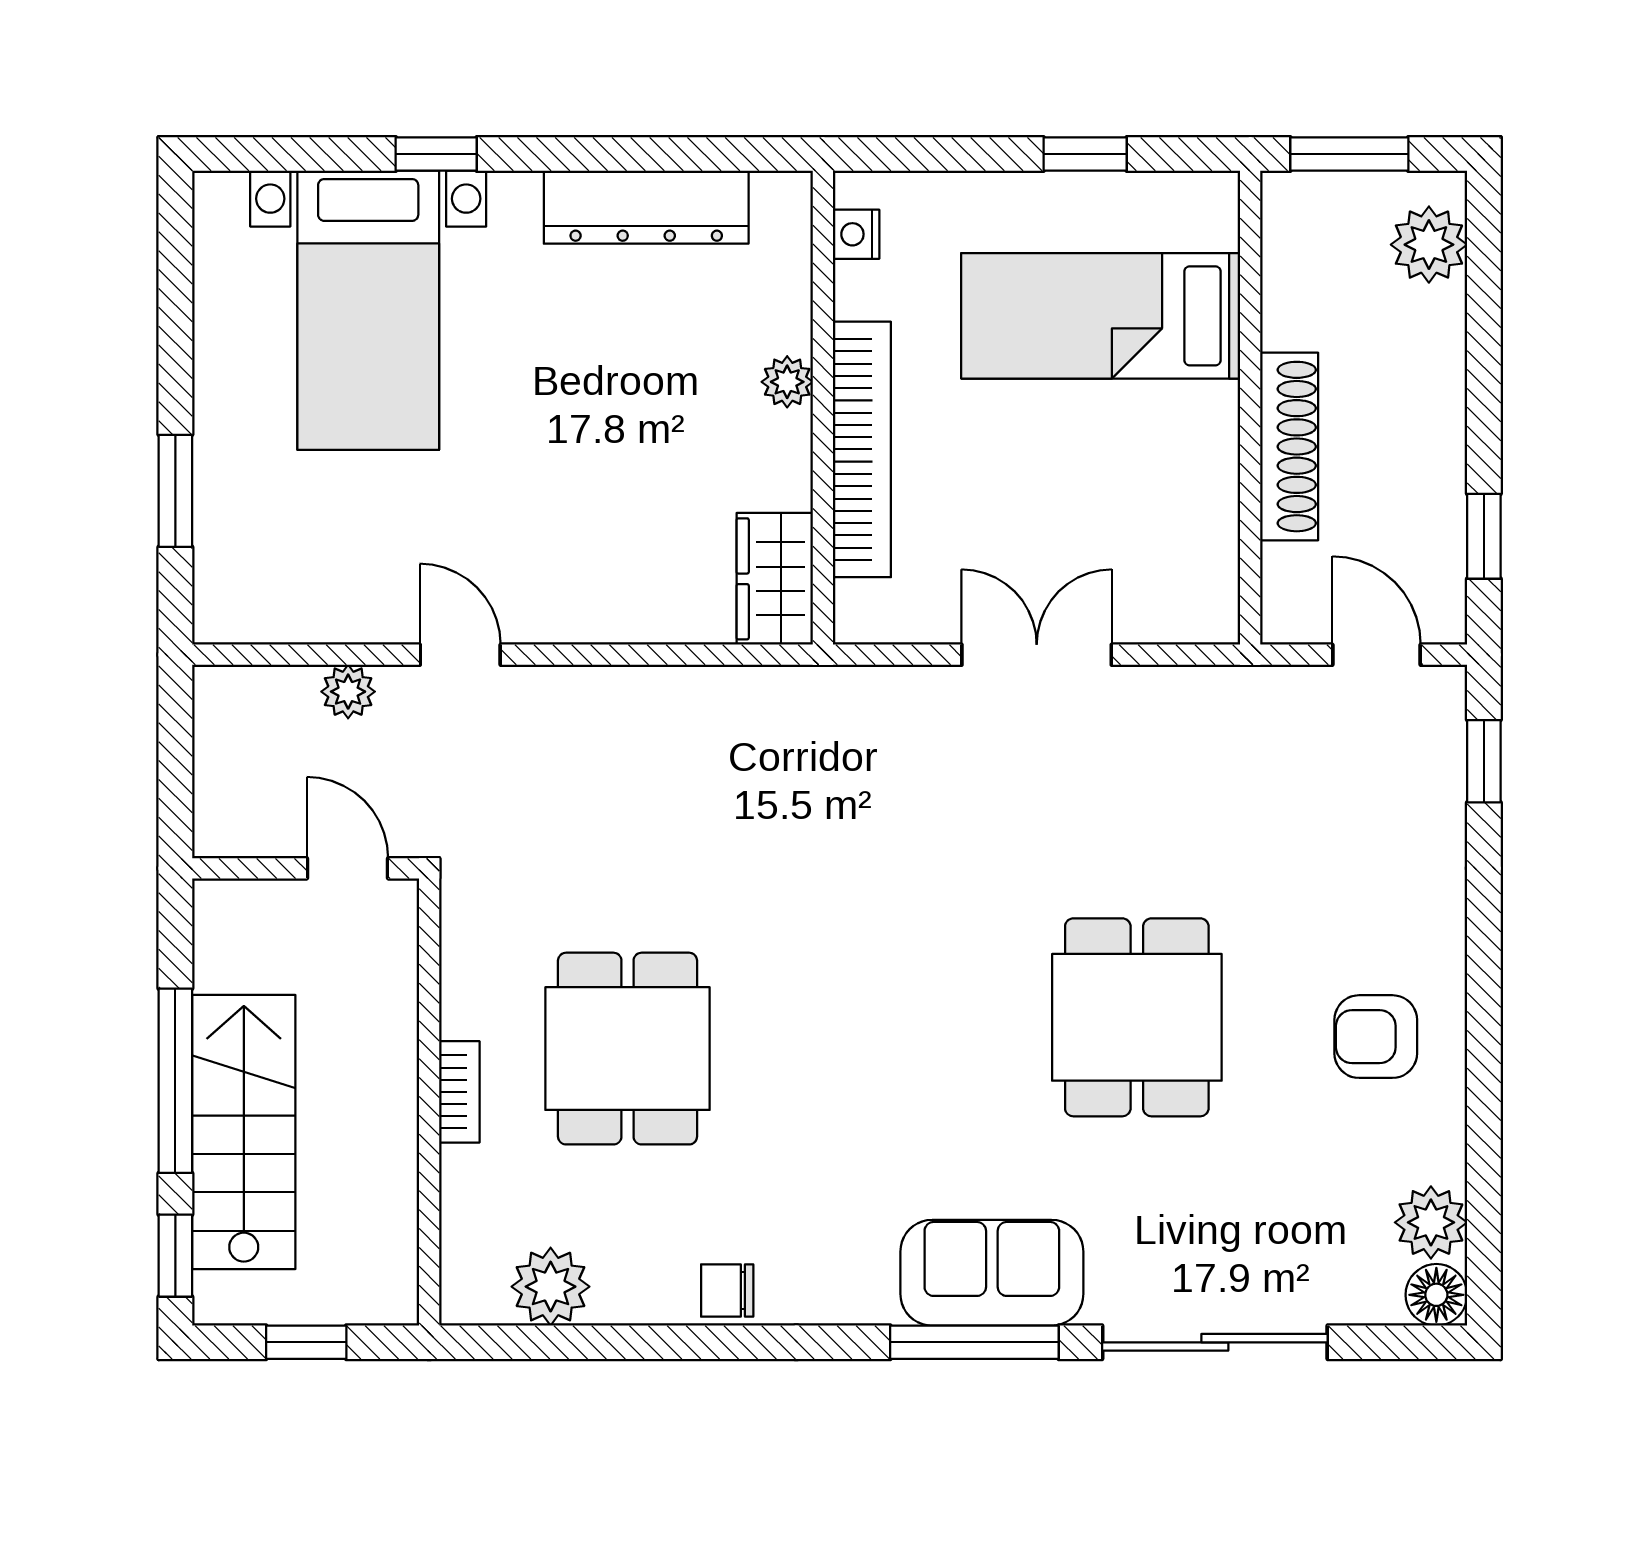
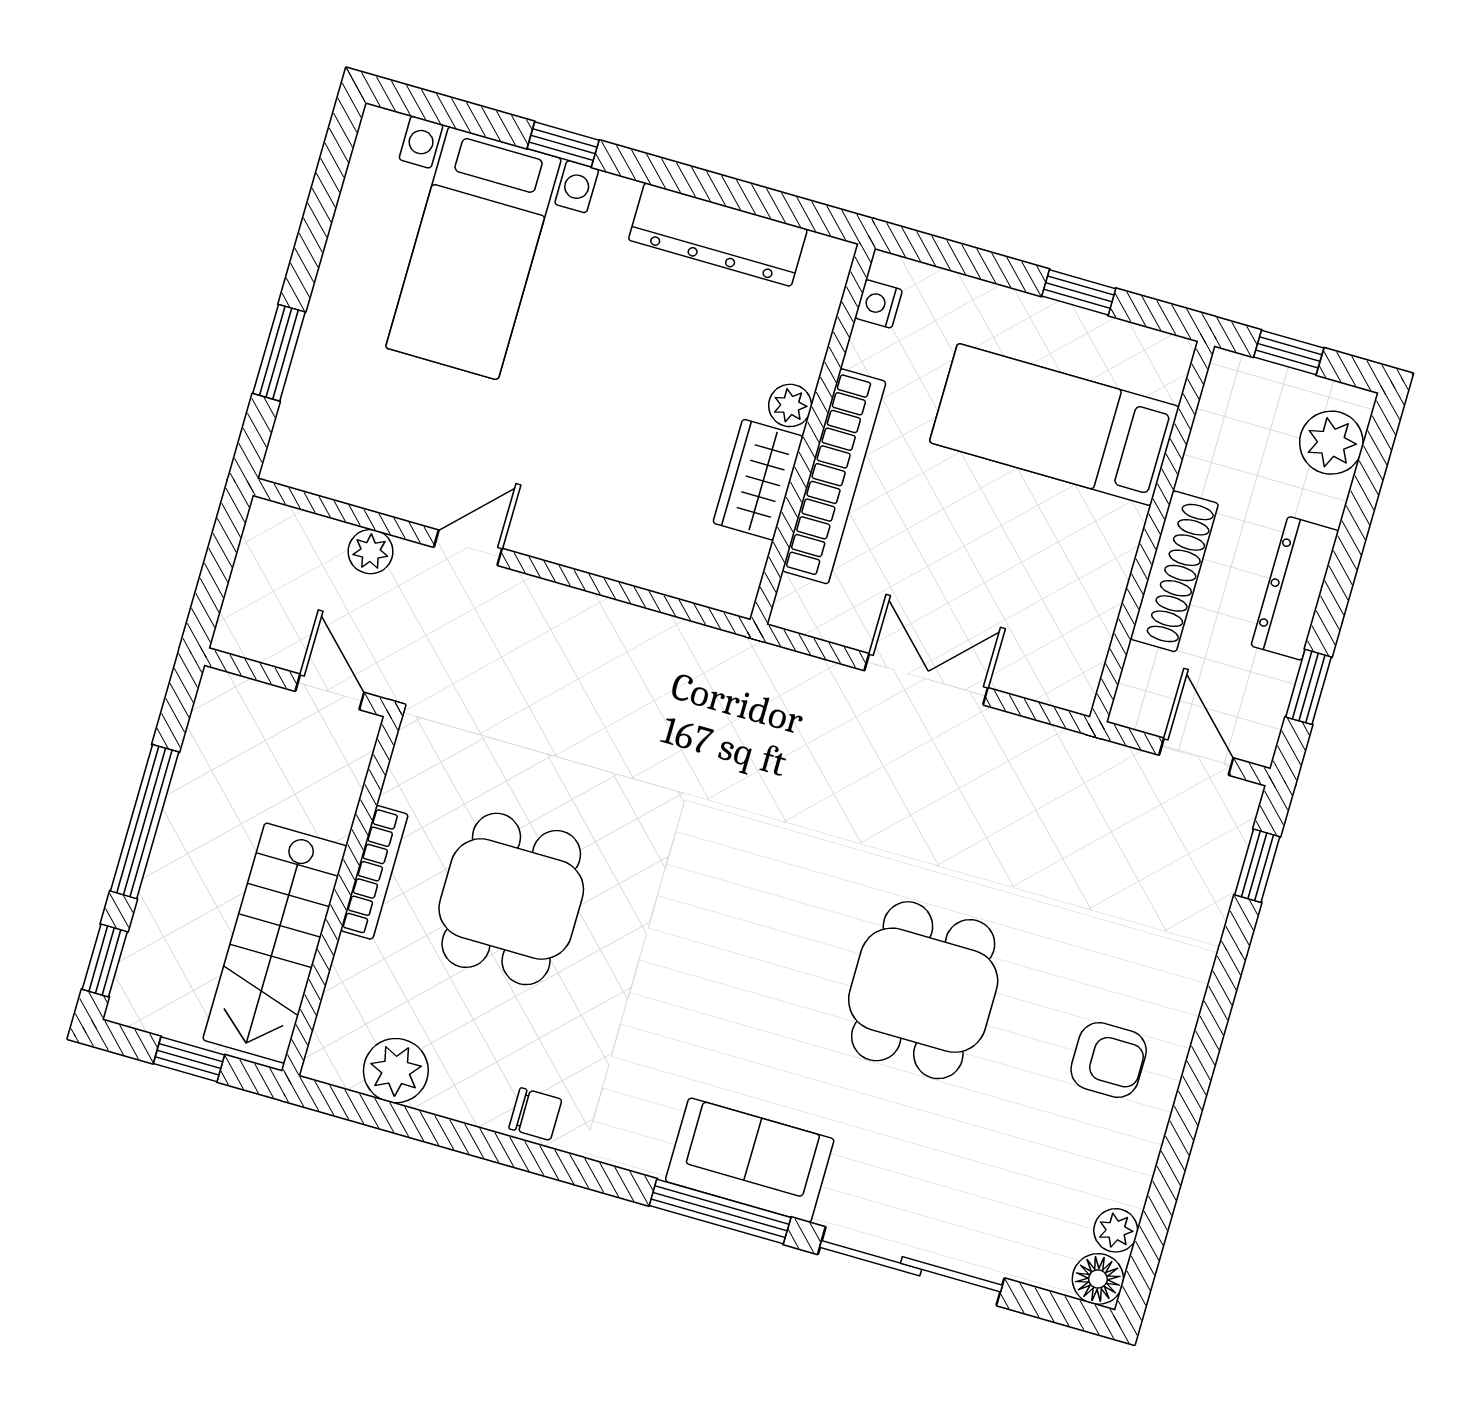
window: (1349, 154) -> (1289, 352), width x0.67
dresser: (1435, 426) -> (1295, 588), added
wardrobe: (775, 579) -> (758, 480), moved
door: (460, 655) -> (468, 548), hinge flipped
armchair: (1376, 1037) -> (1109, 1060), turned 180
bookcase: (459, 1092) -> (374, 872), width x1.56
stairs: (244, 1132) -> (275, 943), moved, turned 180
plant: (1431, 1222) -> (1116, 1230), width x0.73, depth x0.73
chair: (727, 1291) -> (535, 1114), turned 180

